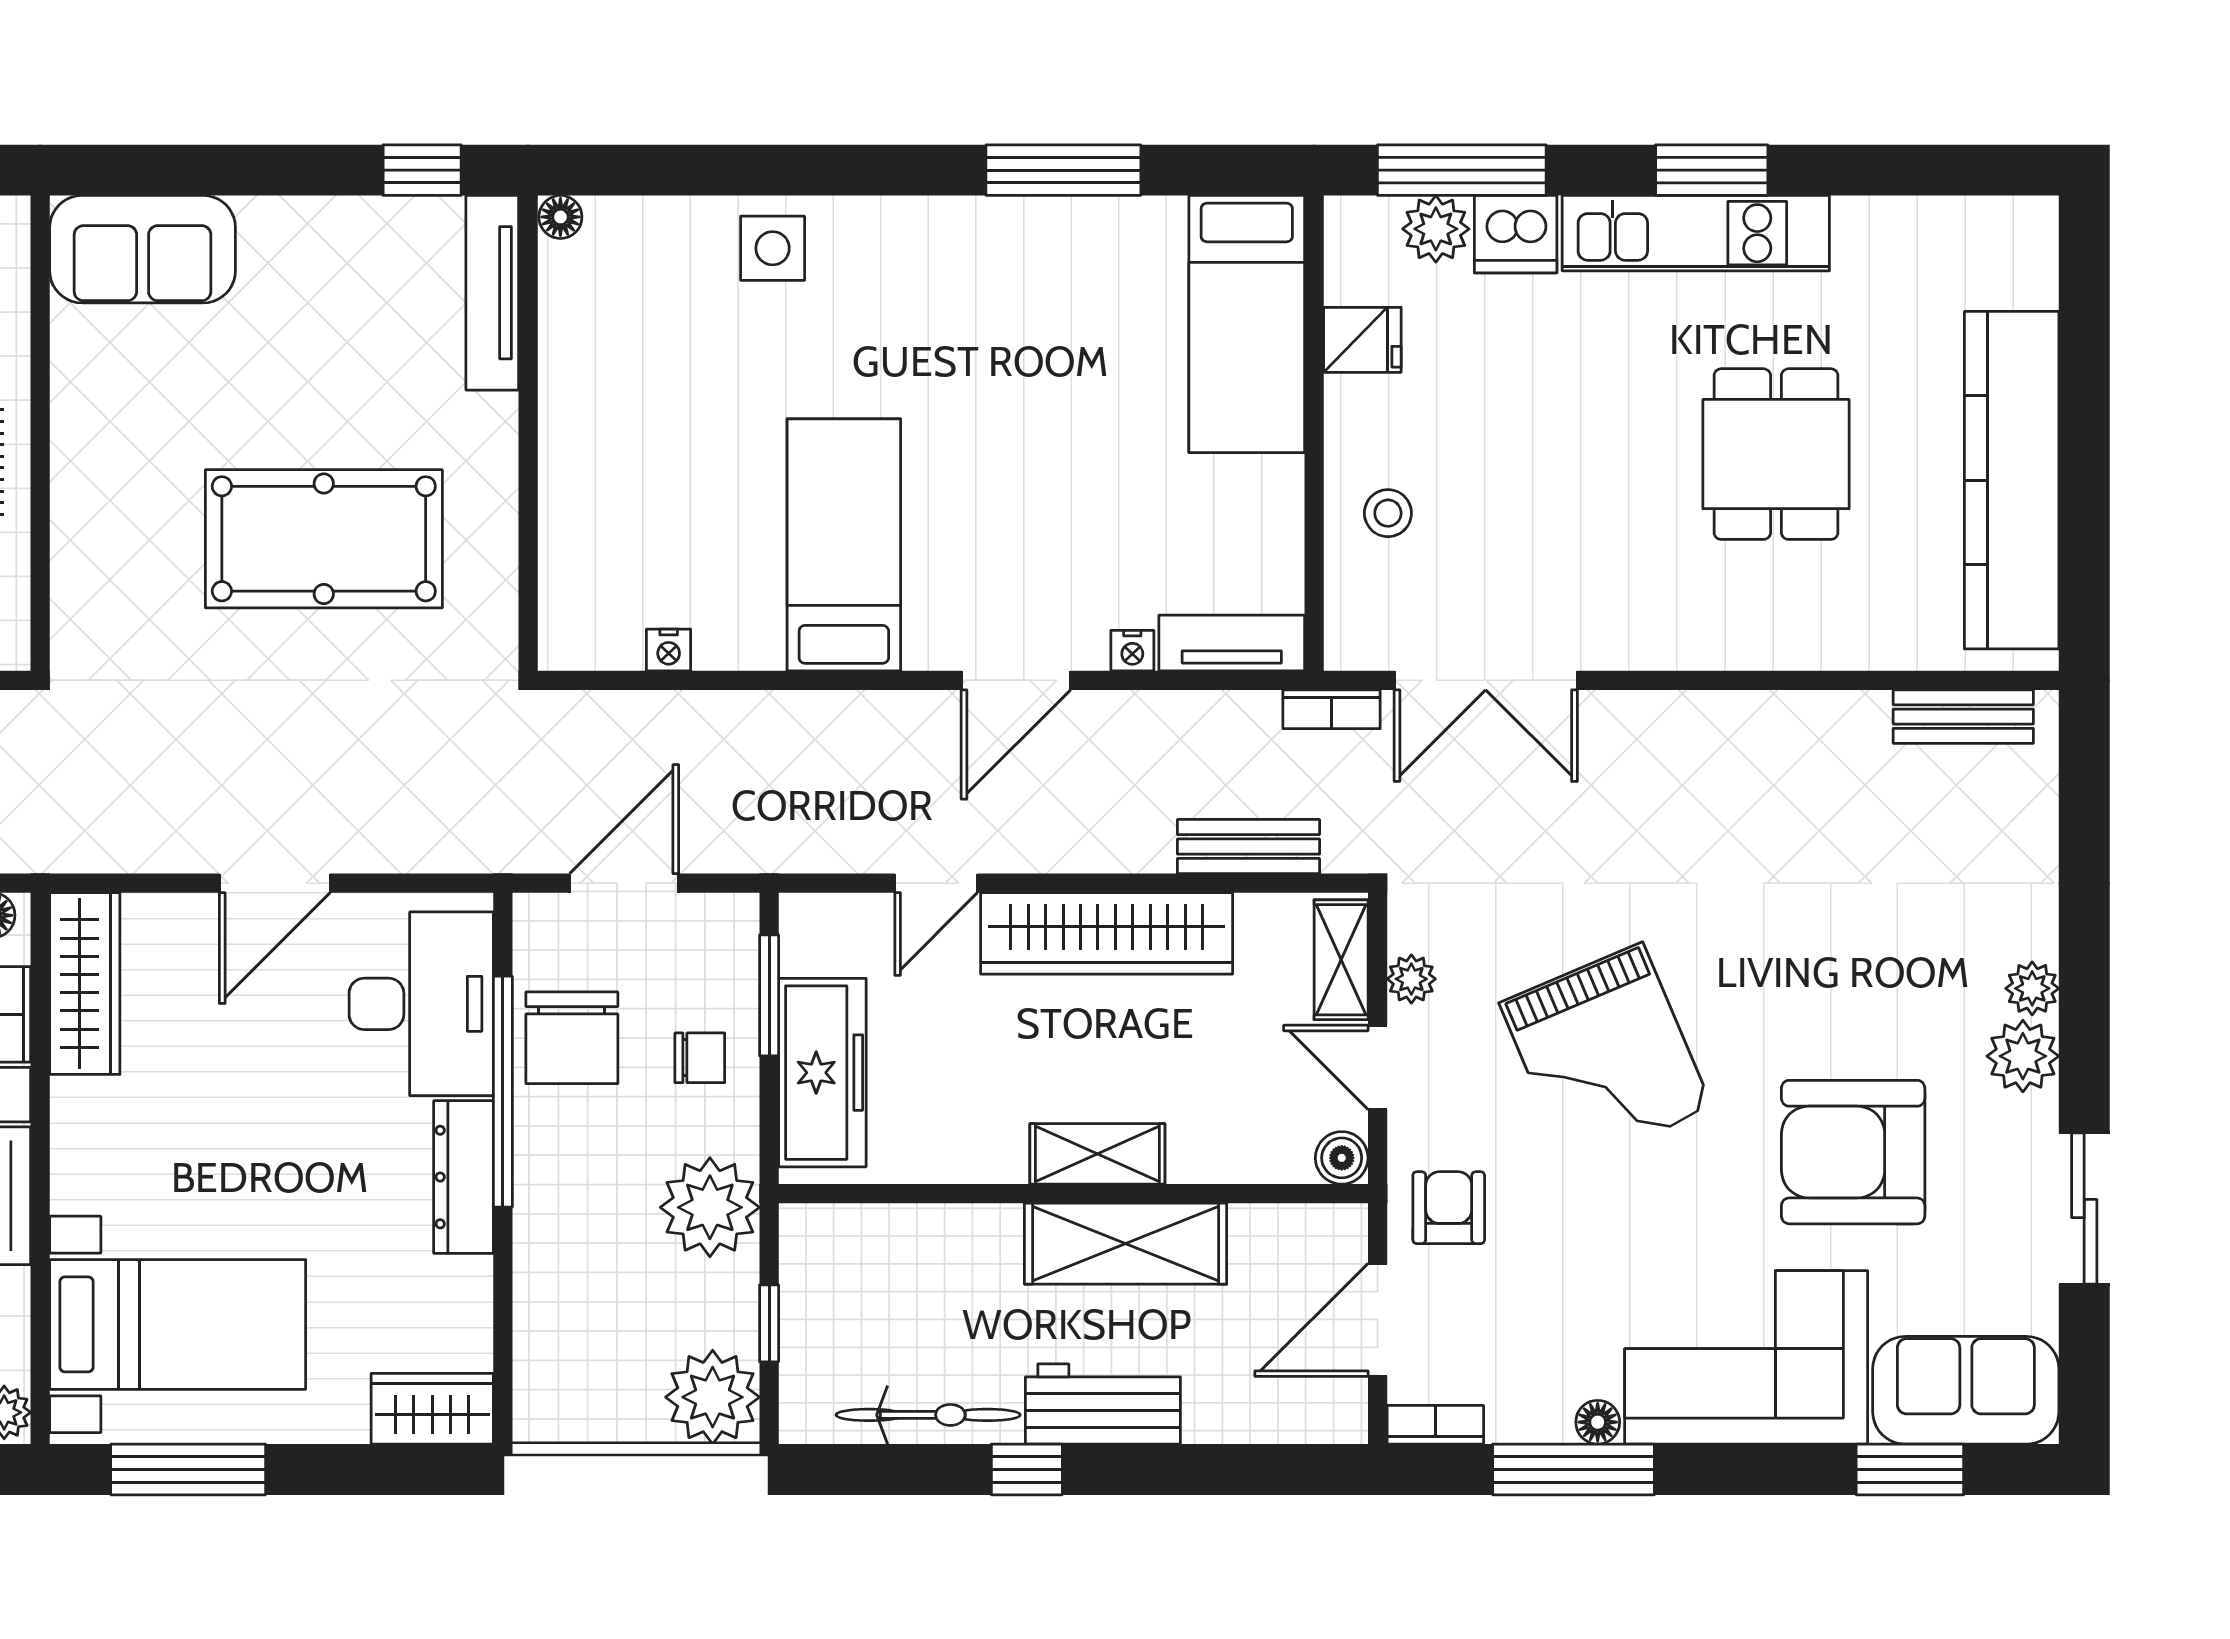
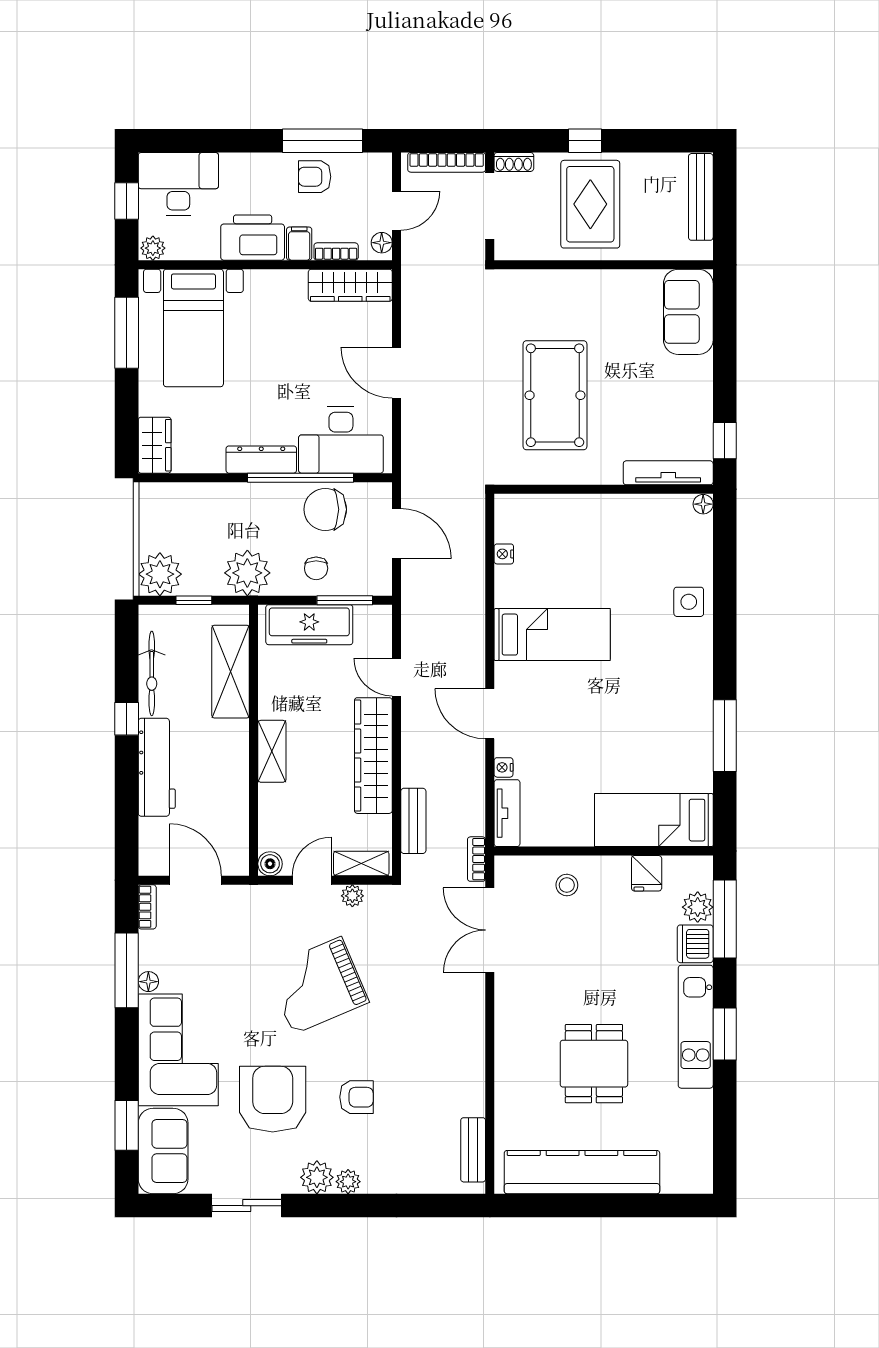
dining table: (1776, 454) -> (594, 1064), turned 90
armchair: (1449, 1208) -> (356, 1097), moved
shelving: (1126, 1244) -> (231, 672), moved
workbench: (1103, 1404) -> (157, 767), width x1.37

